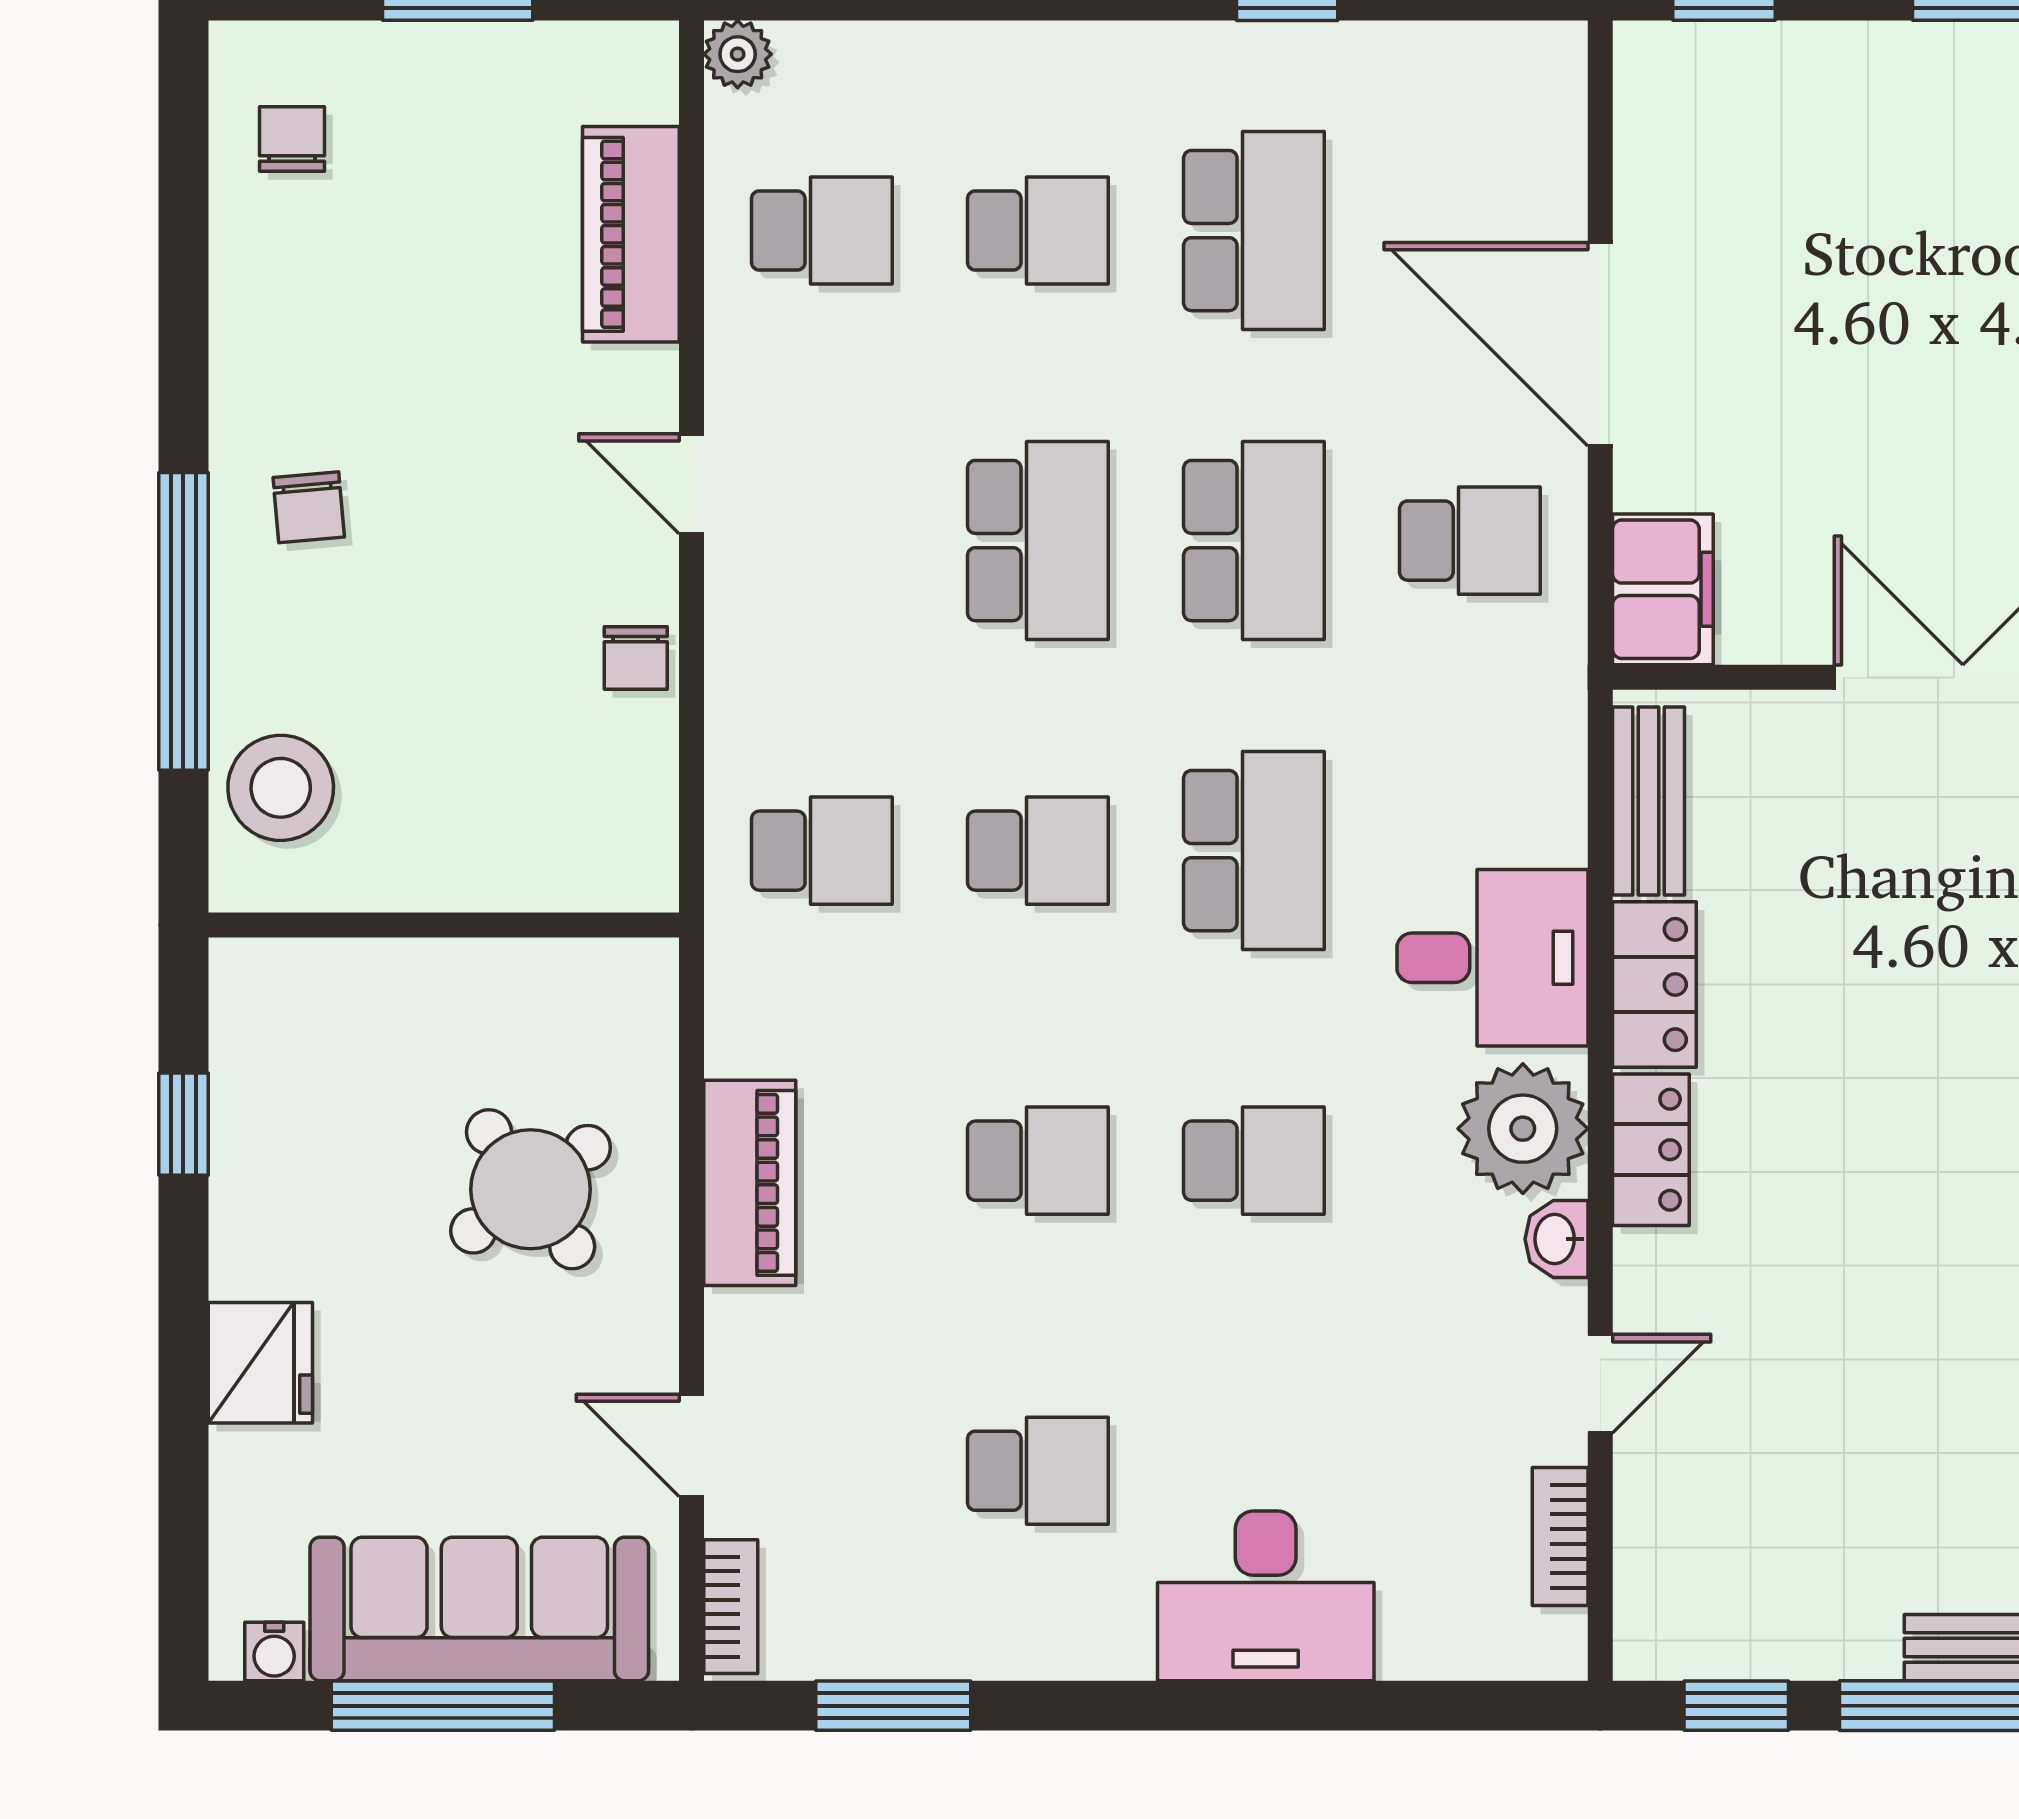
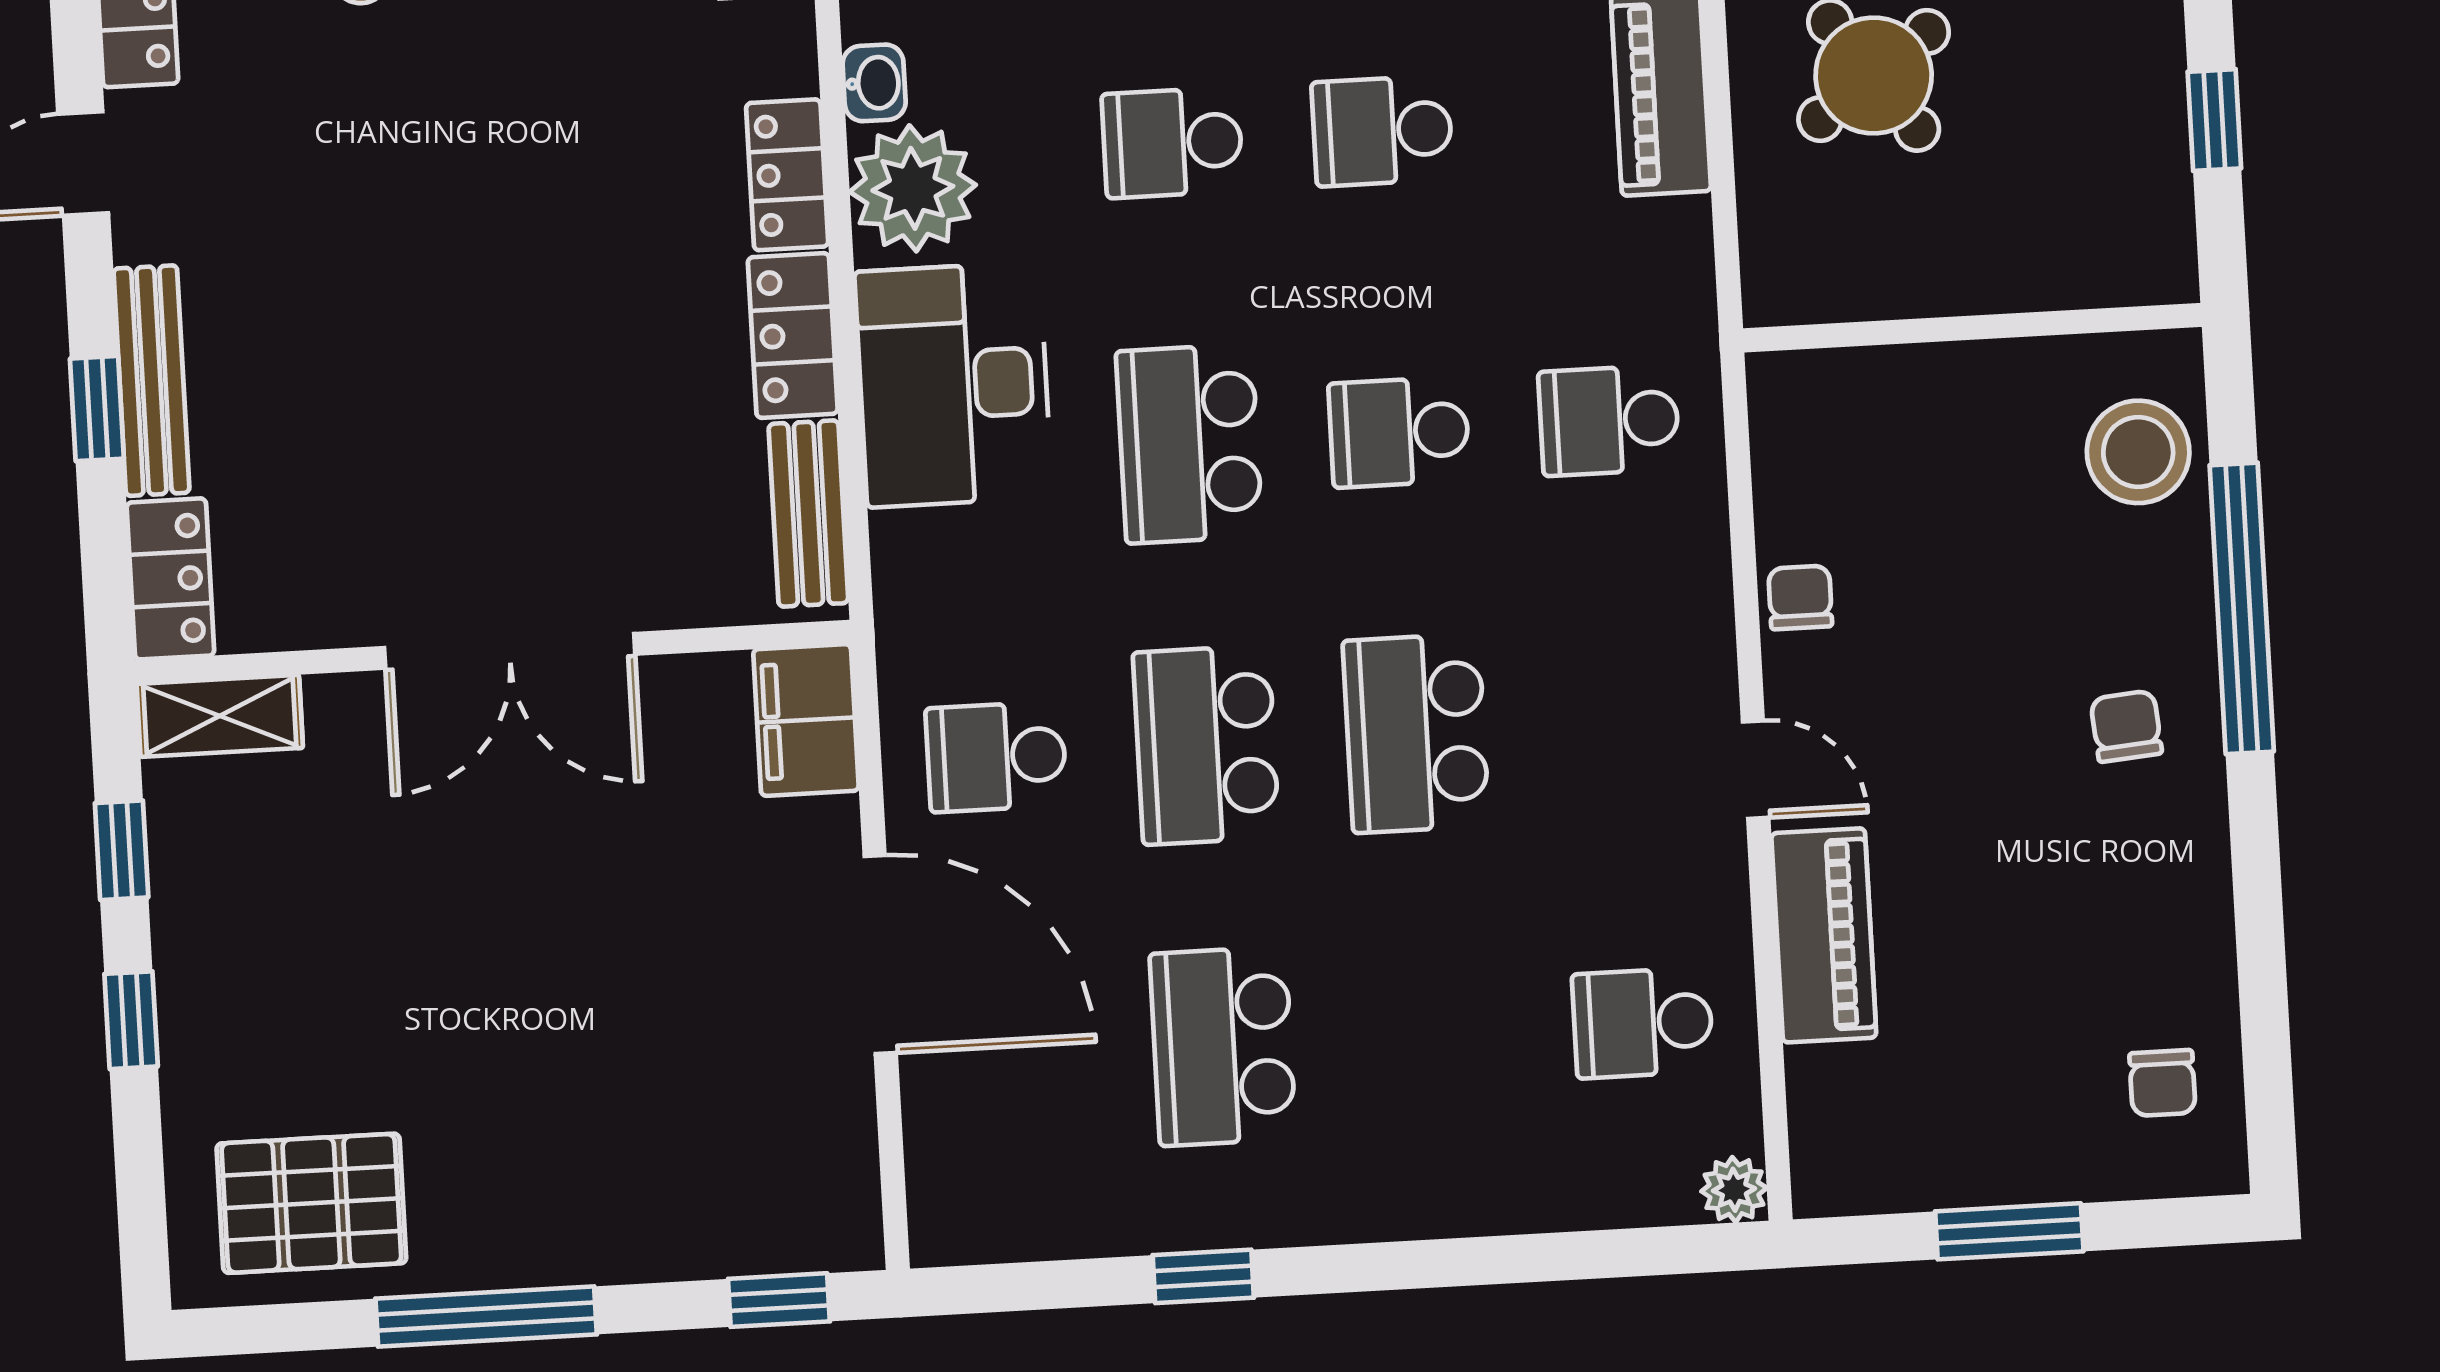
school desk: (1038, 231) -> (1433, 1035), removed
piano: (631, 234) -> (1824, 935), moved
desk: (1492, 958) -> (953, 385), width x1.37

